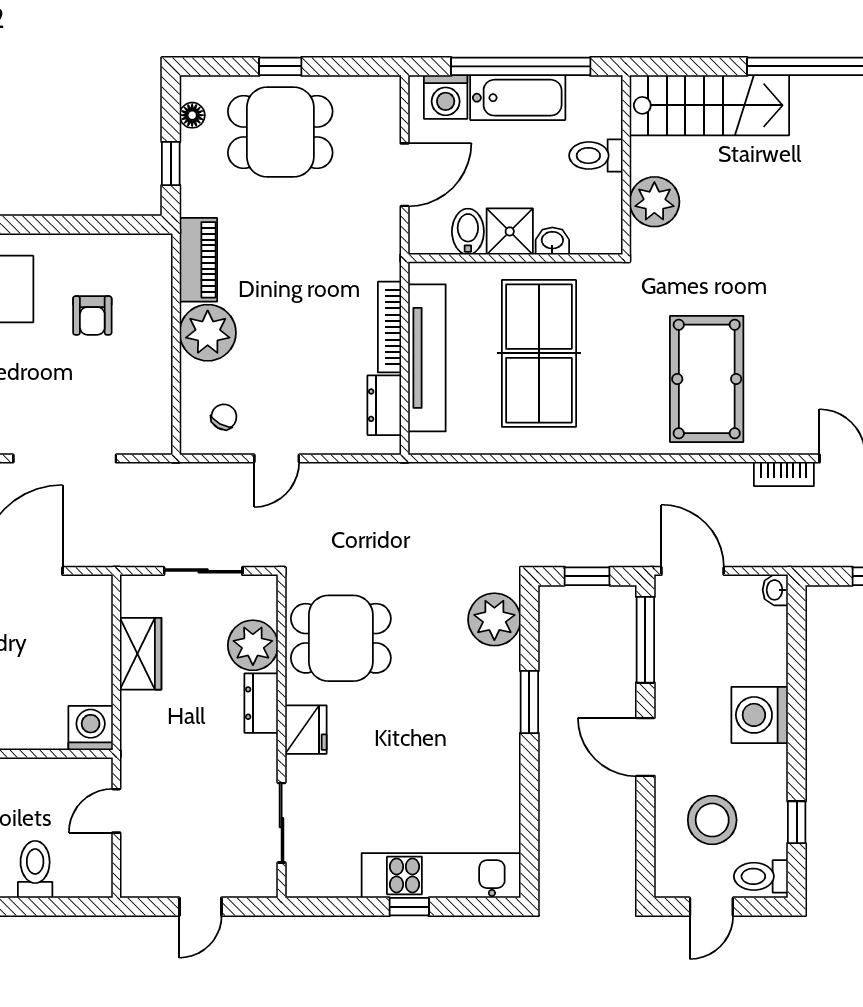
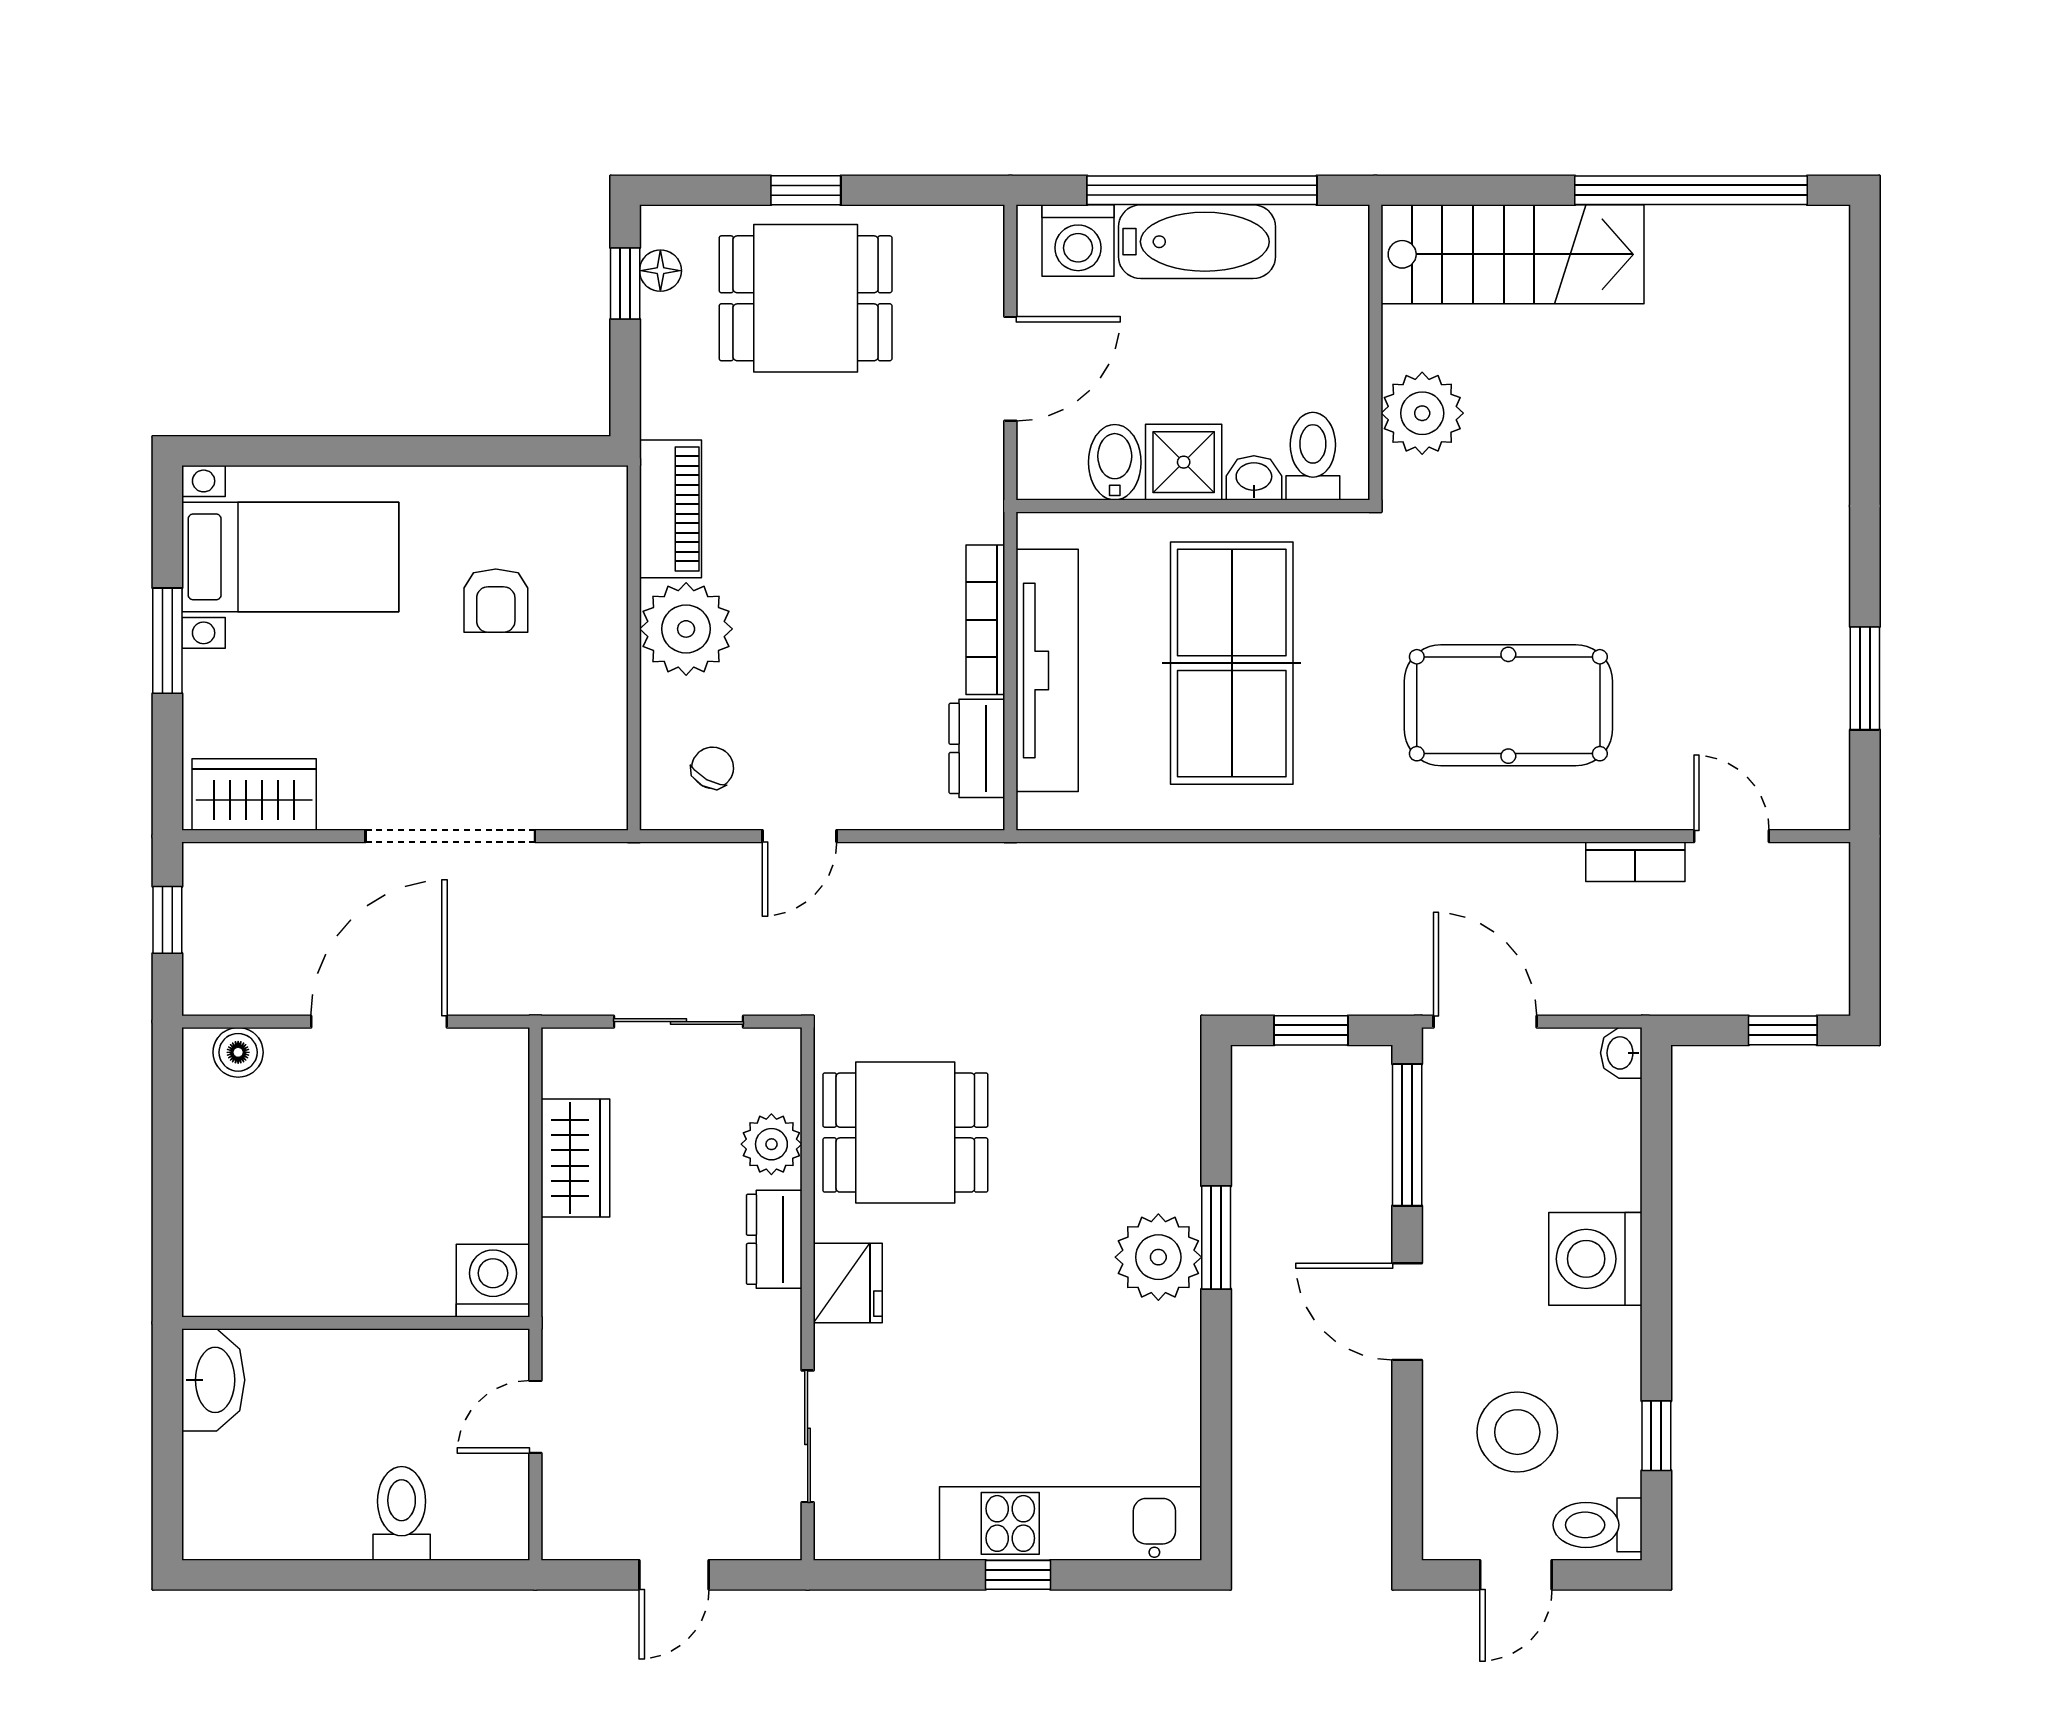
toilet: (596, 156) -> (1313, 456), moved, turned 90
window: (171, 163) -> (625, 284), moved
pool table: (707, 379) -> (1508, 705), turned 90
plant: (494, 619) -> (1158, 1257), moved
plant: (253, 645) -> (771, 1144), width x0.73, depth x0.73

